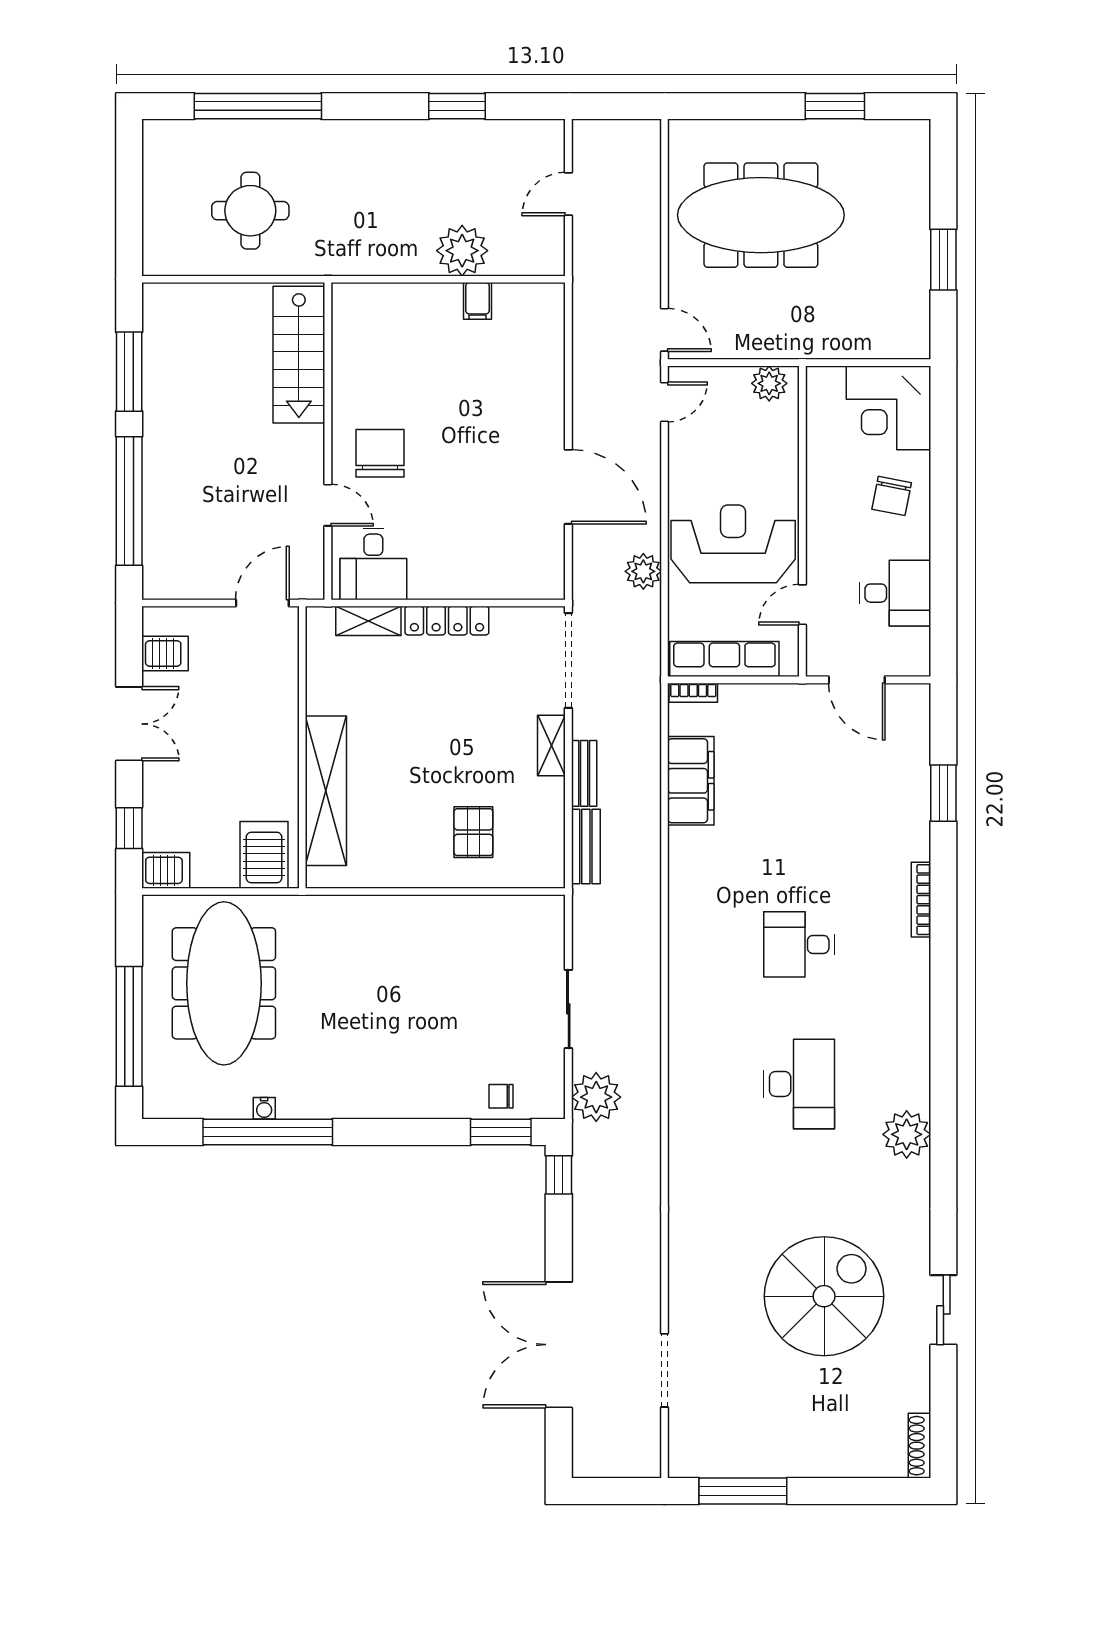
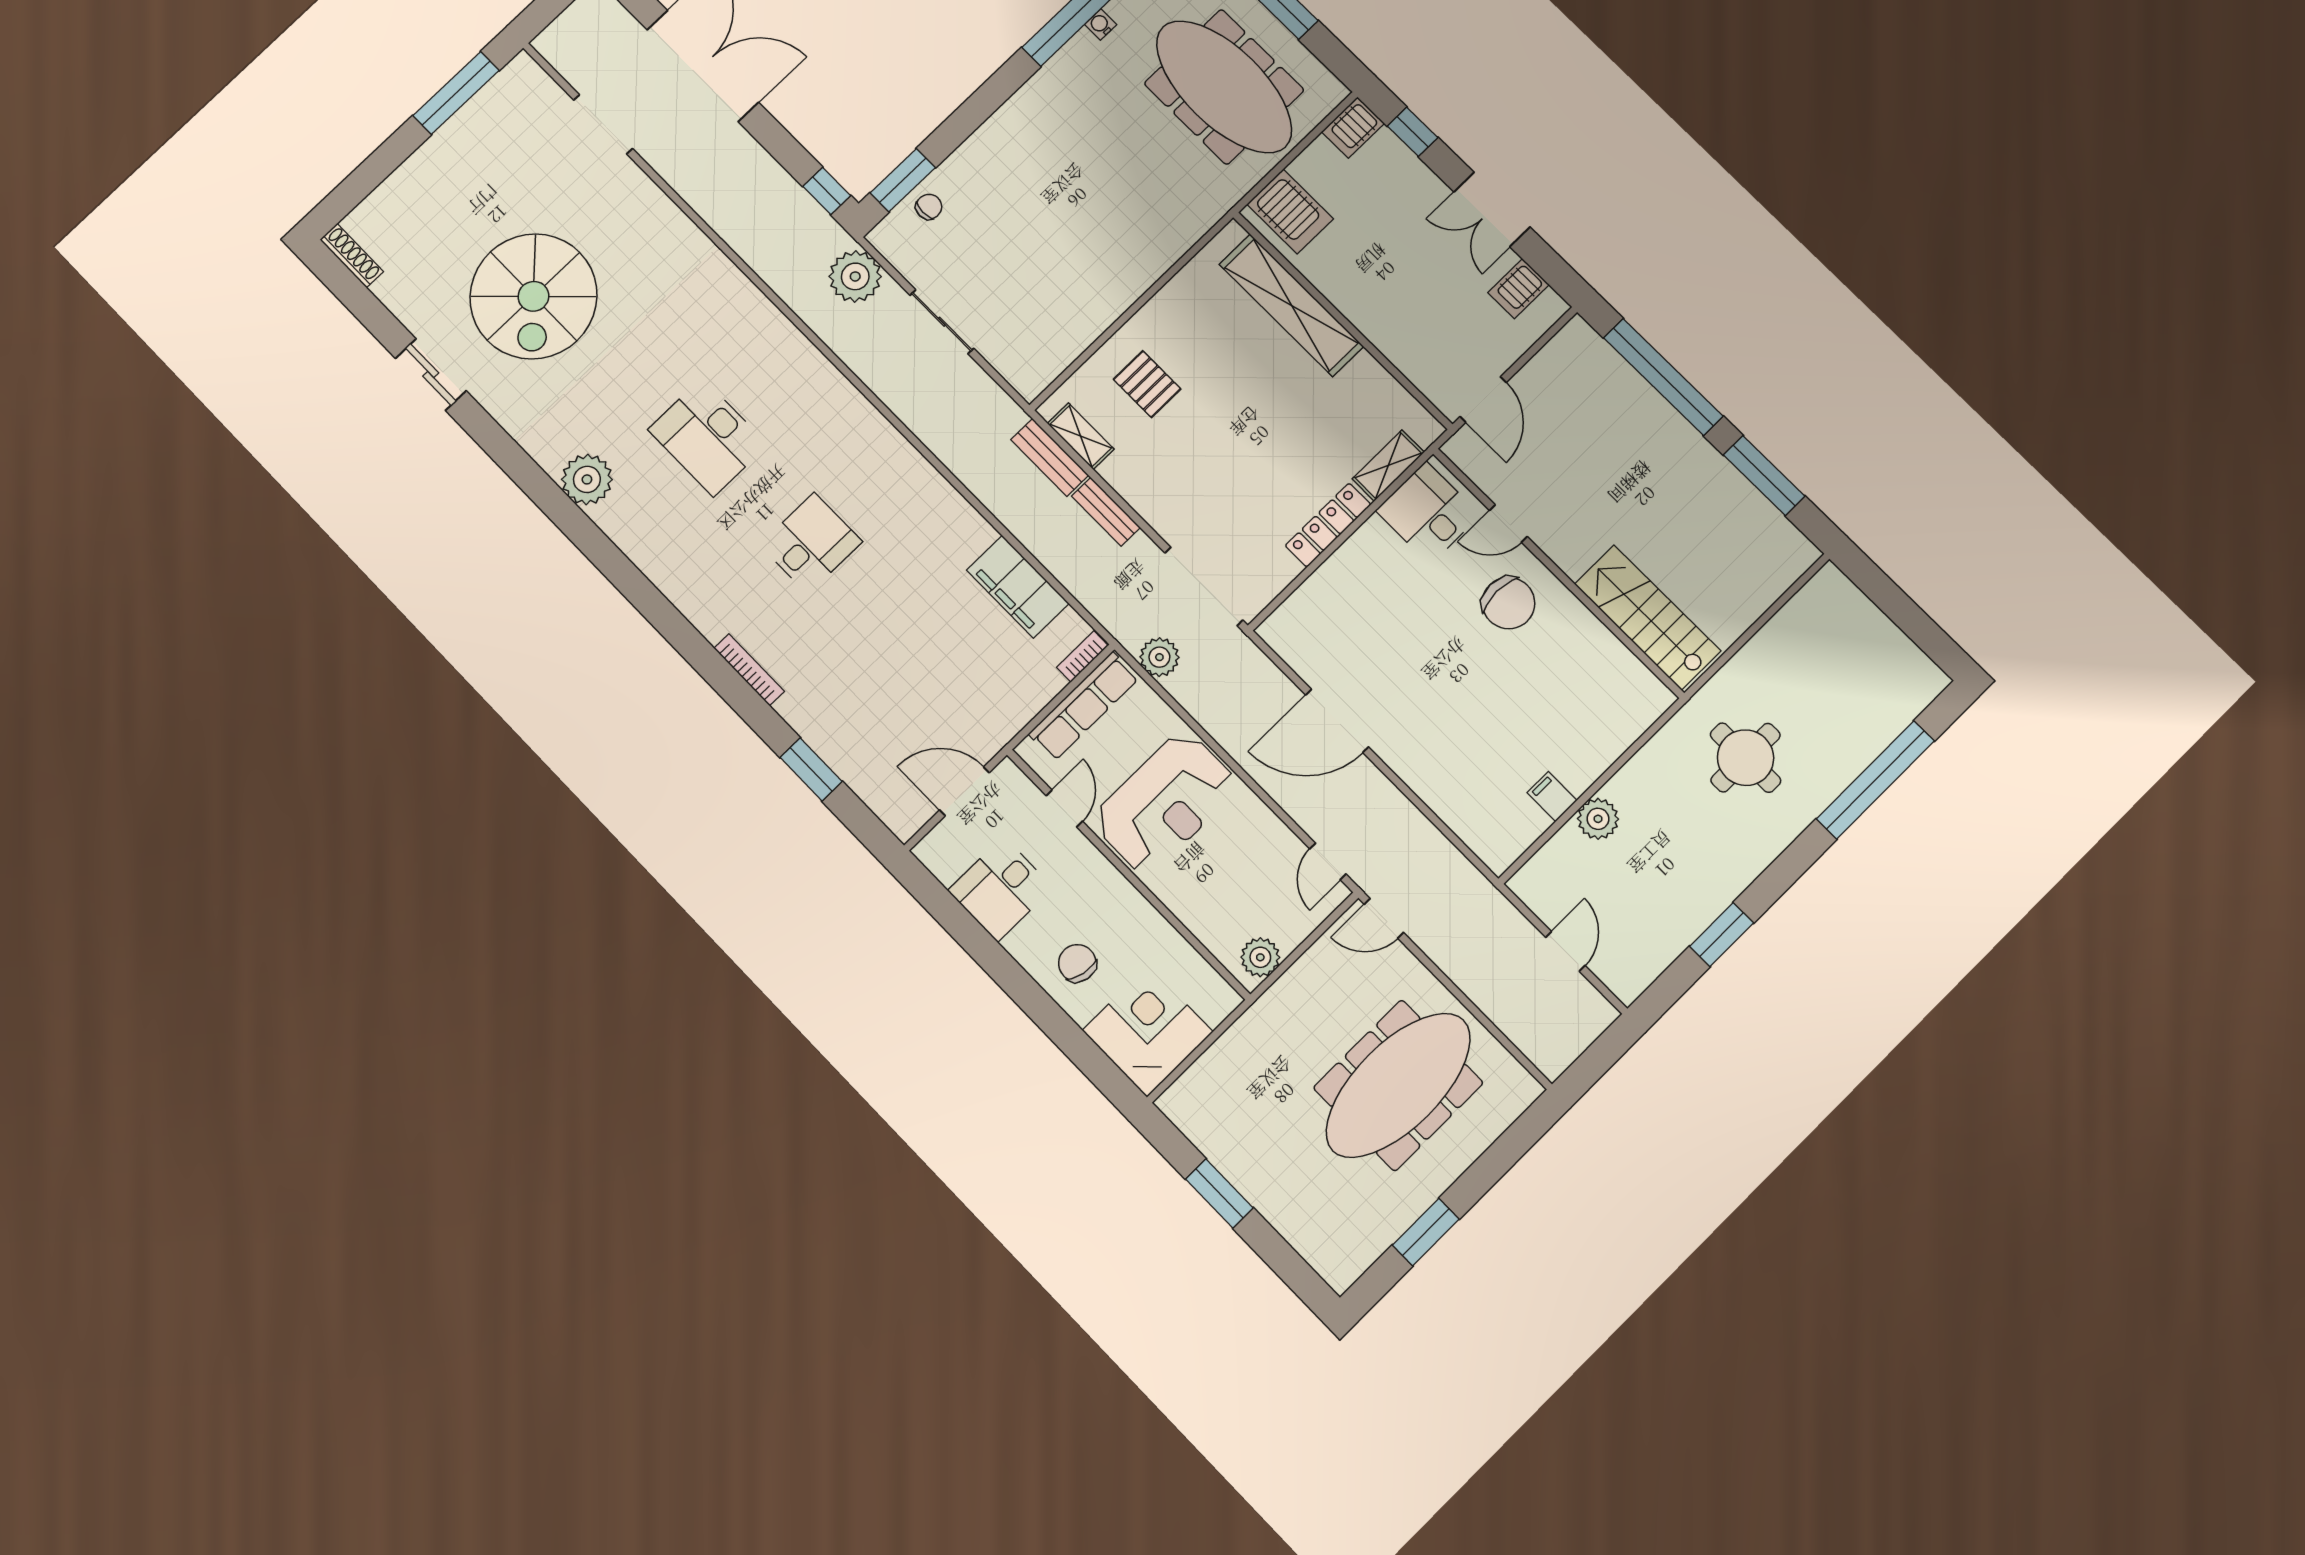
round table: (250, 211) -> (1746, 758), moved
plant: (462, 251) -> (1598, 819), width x0.73, depth x0.73
plant: (643, 571) -> (1159, 657), moved
shelving: (551, 745) -> (1081, 436), moved

